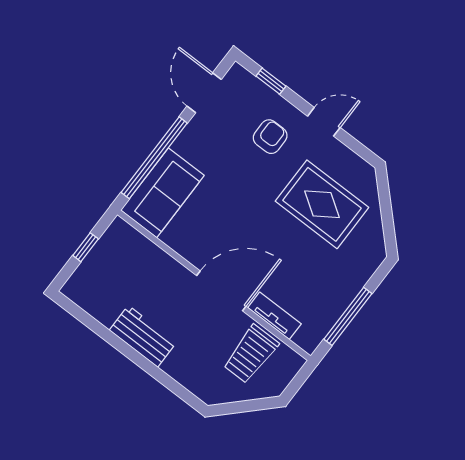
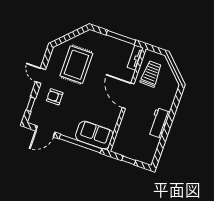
tv unit: (274, 316) -> (135, 58), moved
trolley: (251, 354) -> (151, 74), turned -88

